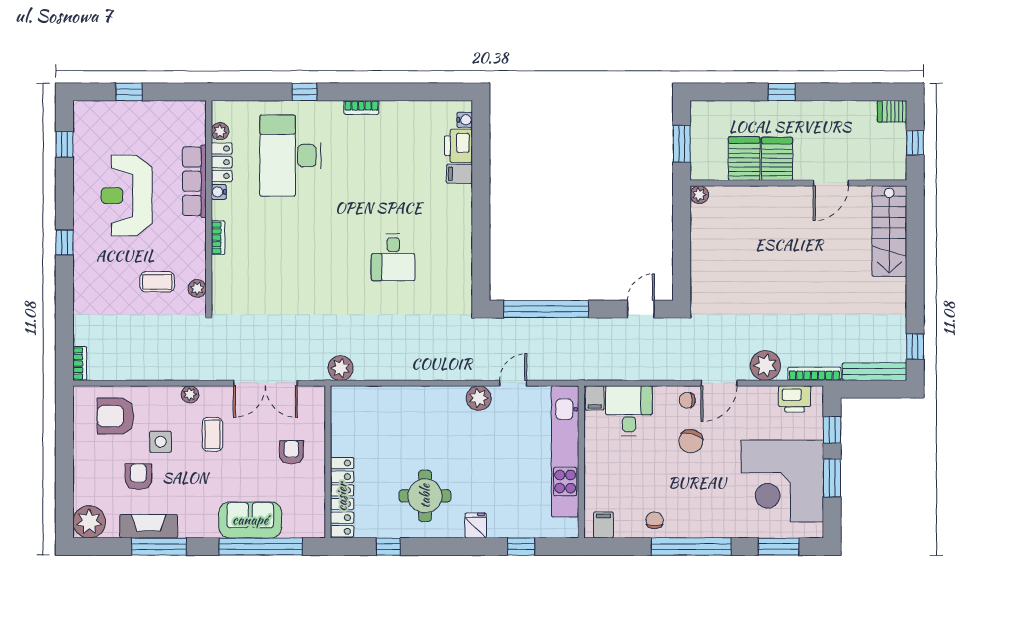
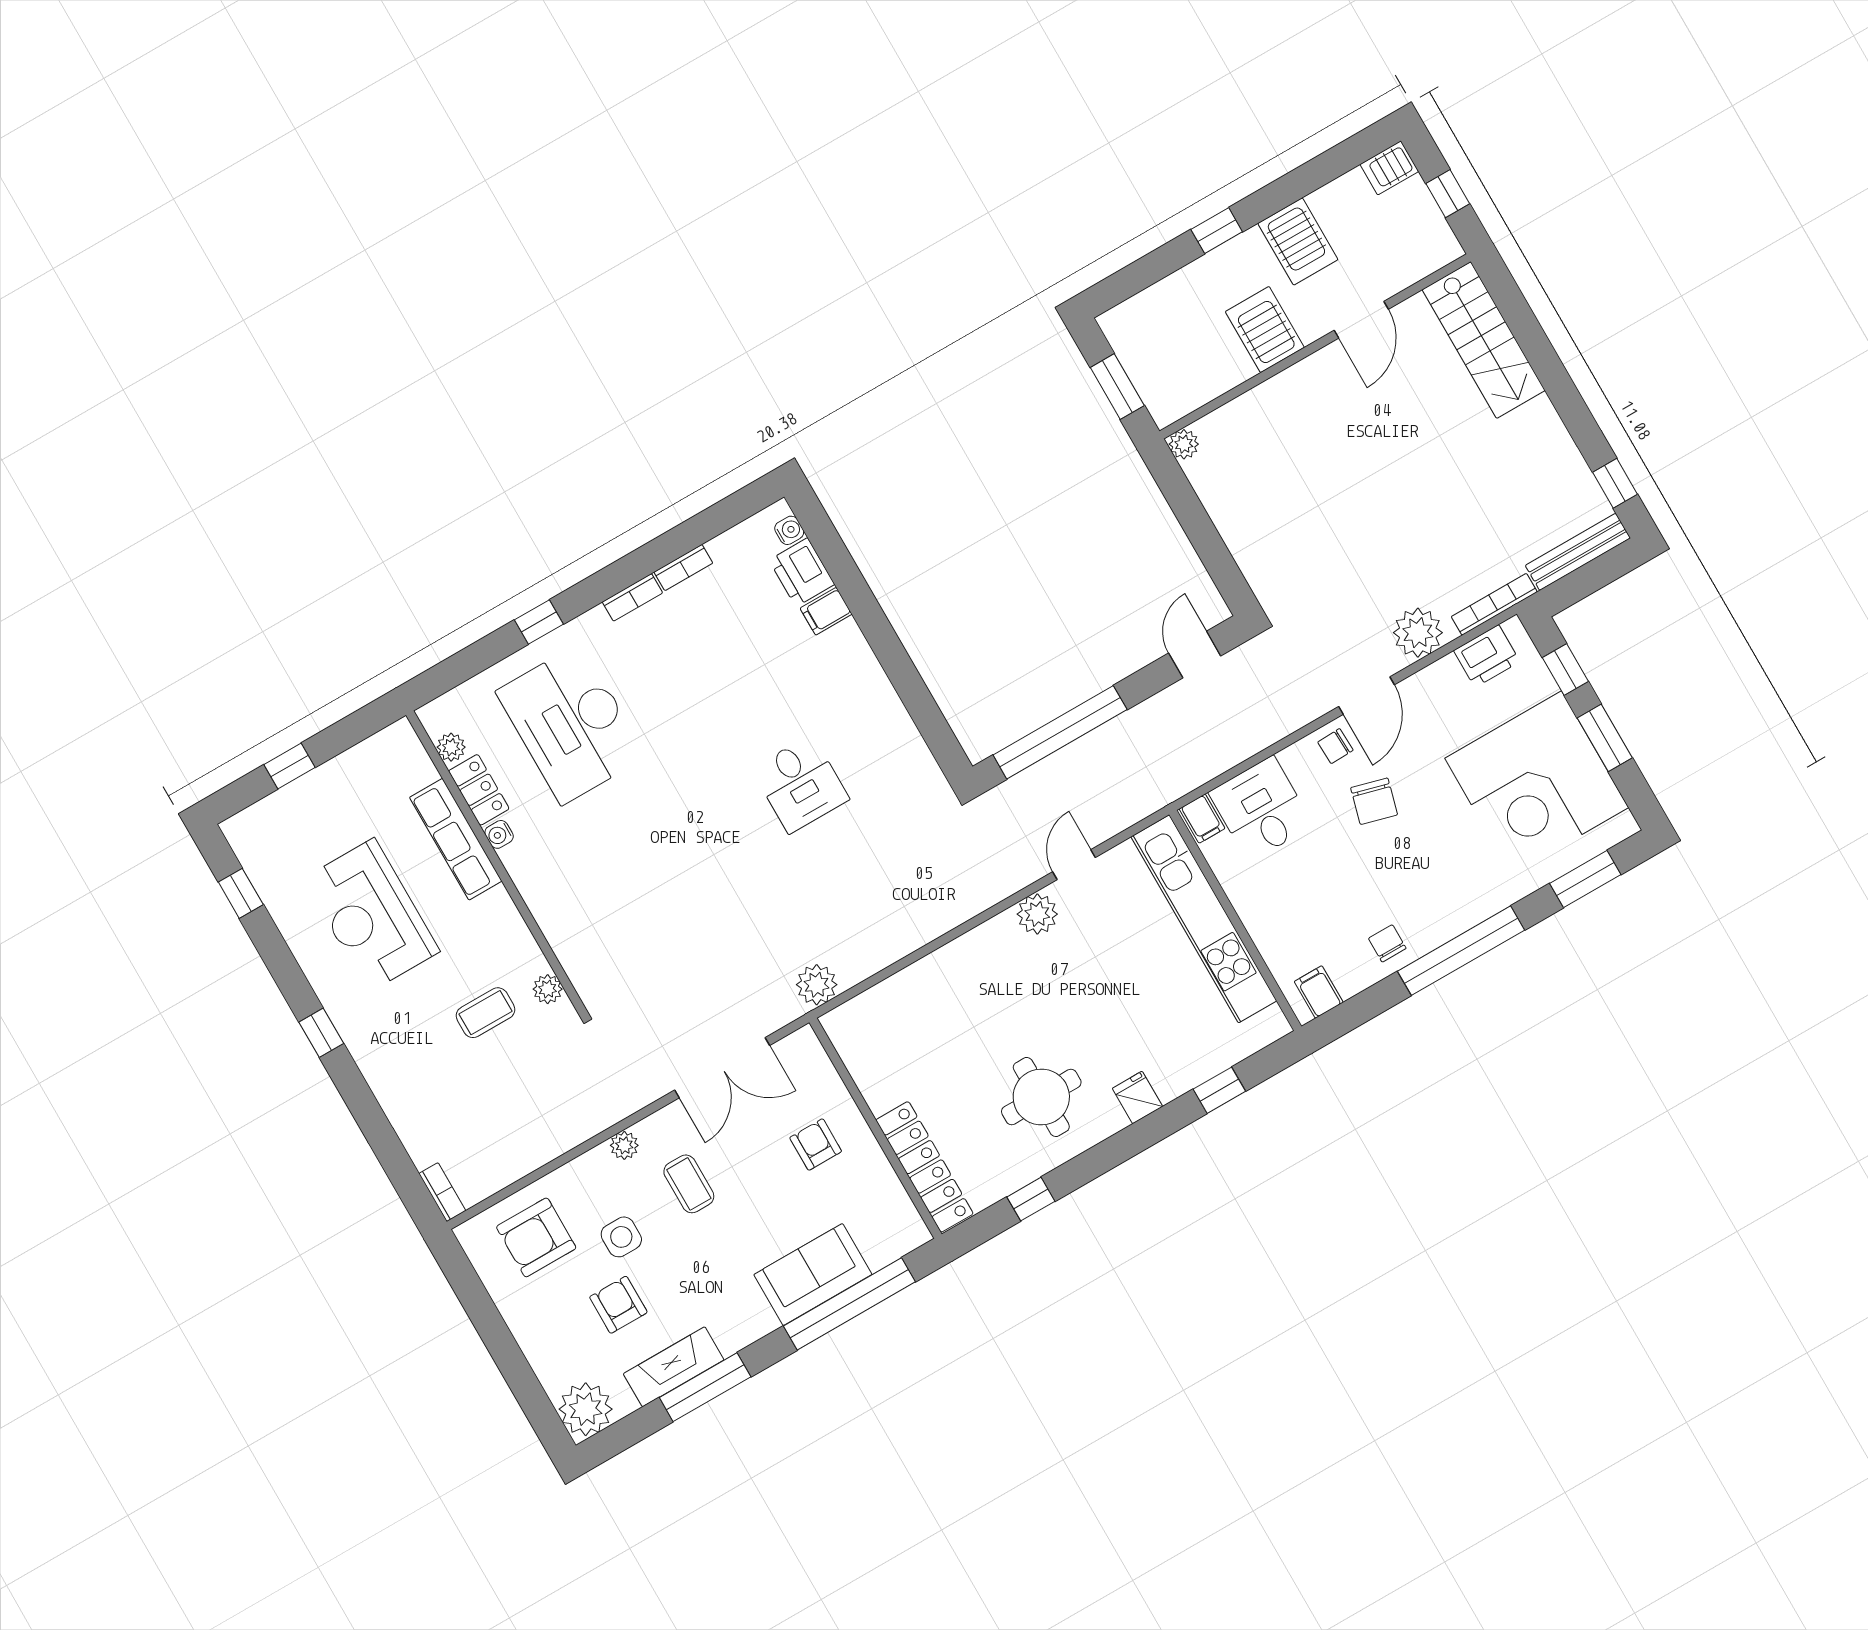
server rack: (744, 159) -> (1298, 241), moved, turned 180
bookcase: (218, 238) -> (683, 568), moved, turned 90

